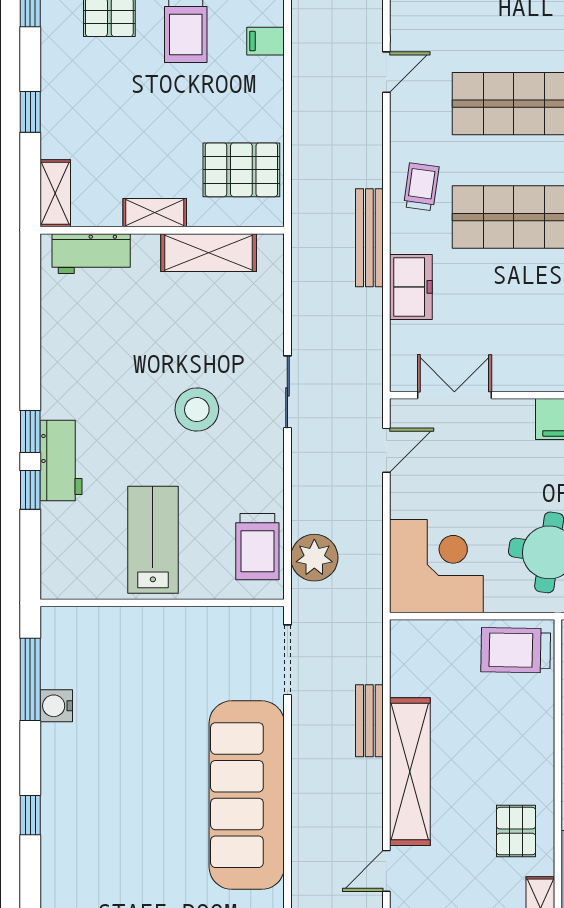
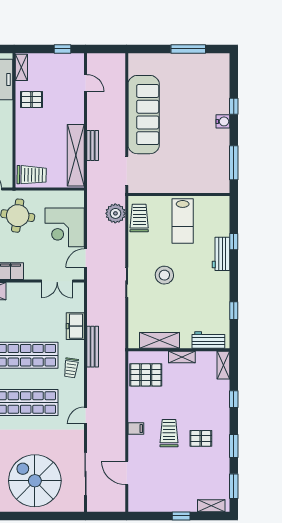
window: (30, 431) -> (234, 311), moved
corner desk: (436, 566) -> (65, 227), moved
water cooler: (56, 706) -> (223, 121), moved
shelving: (410, 772) -> (76, 155), moved
pallet: (516, 831) -> (31, 100), turned 90
door: (386, 871) -> (85, 83), hinge flipped

